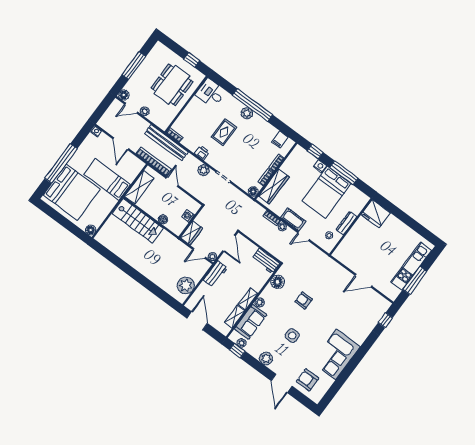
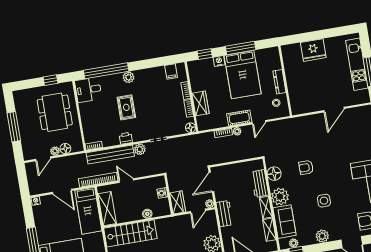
floor lamp: (124, 95) -> (65, 149), moved
window: (253, 105) -> (106, 71), moved
bench: (166, 143) -> (110, 154), moved
bed: (107, 179) -> (88, 211), moved, turned -90
wardrobe: (274, 187) -> (200, 103), width x0.67
fridge: (376, 214) -> (313, 50), moved
door: (229, 243) -> (211, 182), swing flipped
workbench: (266, 261) -> (260, 183), moved, turned 90
plant: (260, 302) -> (280, 197), width x1.88, depth x1.88

